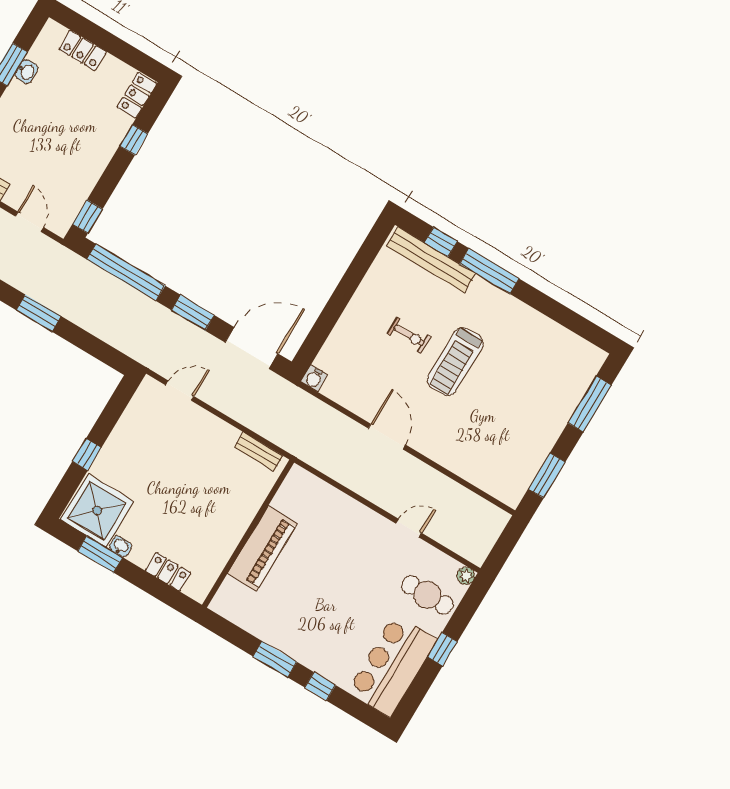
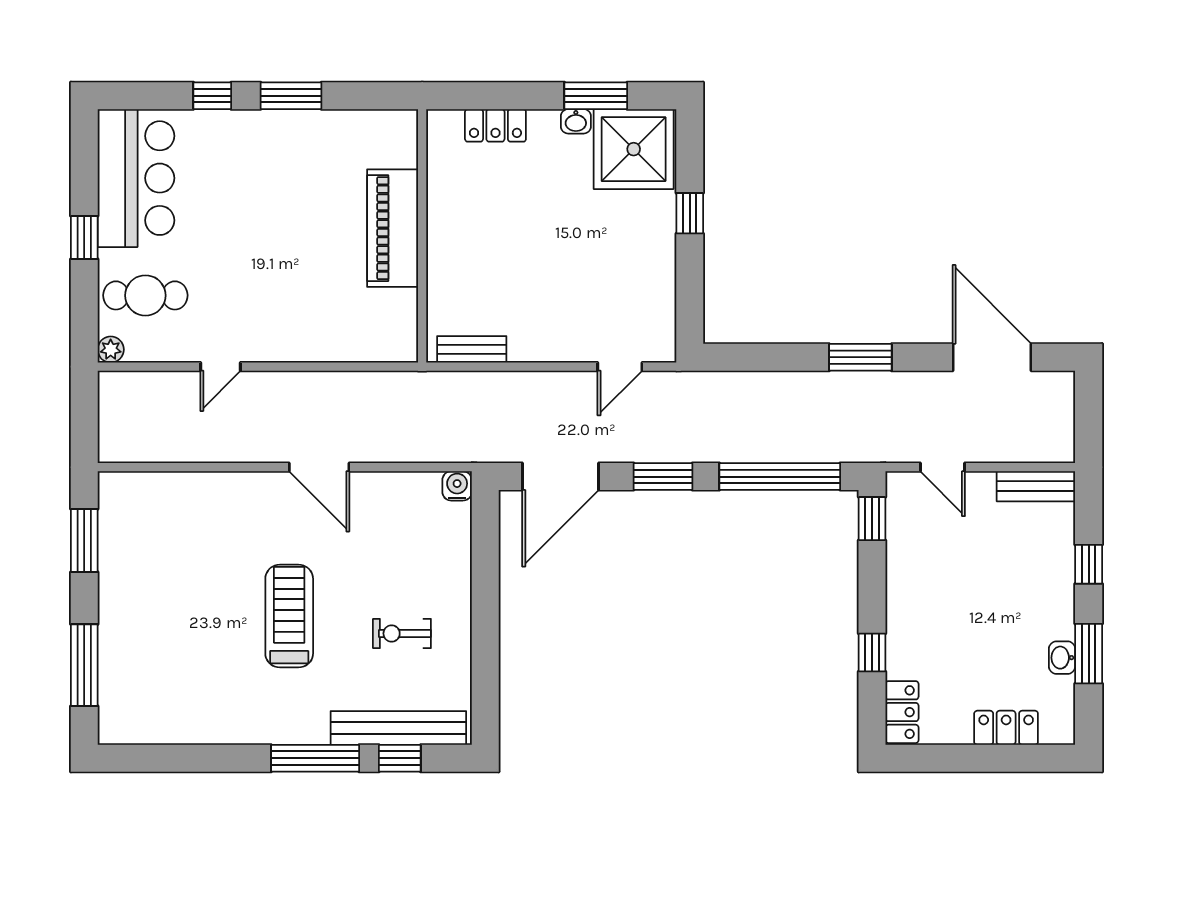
exercise bike: (409, 335) -> (402, 633), moved

